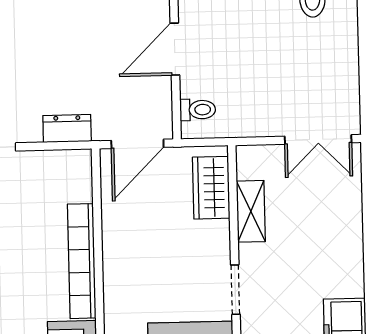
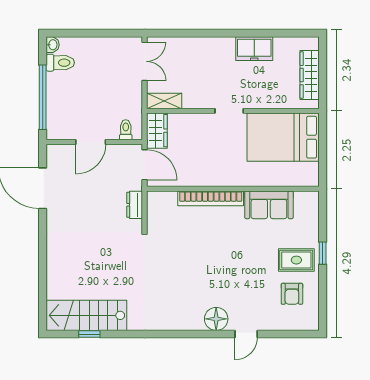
door: (175, 49) -> (91, 142), hinge flipped
wardrobe: (211, 188) -> (157, 131), moved, turned -90
shelving: (251, 211) -> (164, 101), moved

